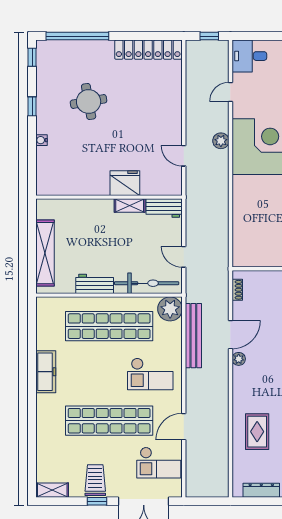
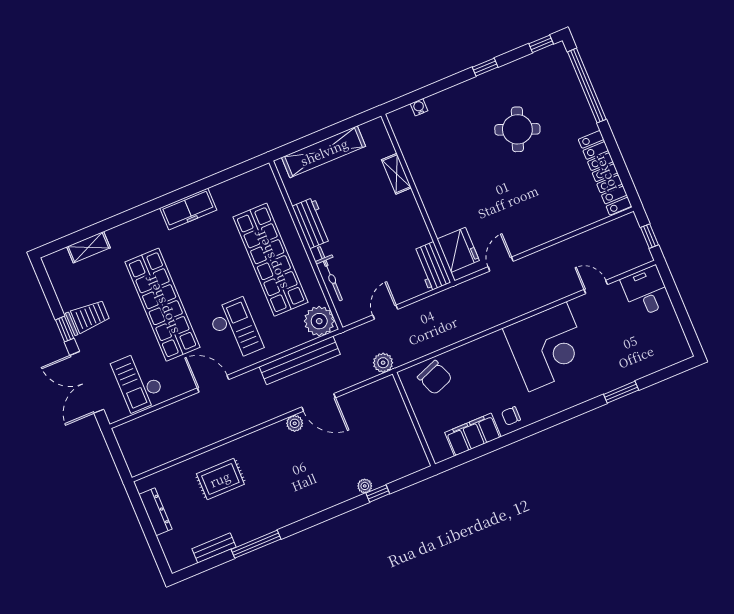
round table: (89, 101) -> (517, 129), turned 31
water cooler: (42, 140) -> (419, 107), moved
plant: (221, 141) -> (383, 363), moved
fridge: (125, 183) -> (458, 250), moved
shelving: (130, 206) -> (396, 174), moved
chair: (248, 240) -> (435, 378), added
bicycle: (147, 283) -> (330, 274), width x0.73, depth x0.71
shoe rack: (237, 290) -> (373, 389), removed
checkout: (150, 374) -> (235, 329), turned 180
door: (184, 427) -> (213, 384), moved
shelving: (52, 490) -> (88, 247), moved, turned 90

